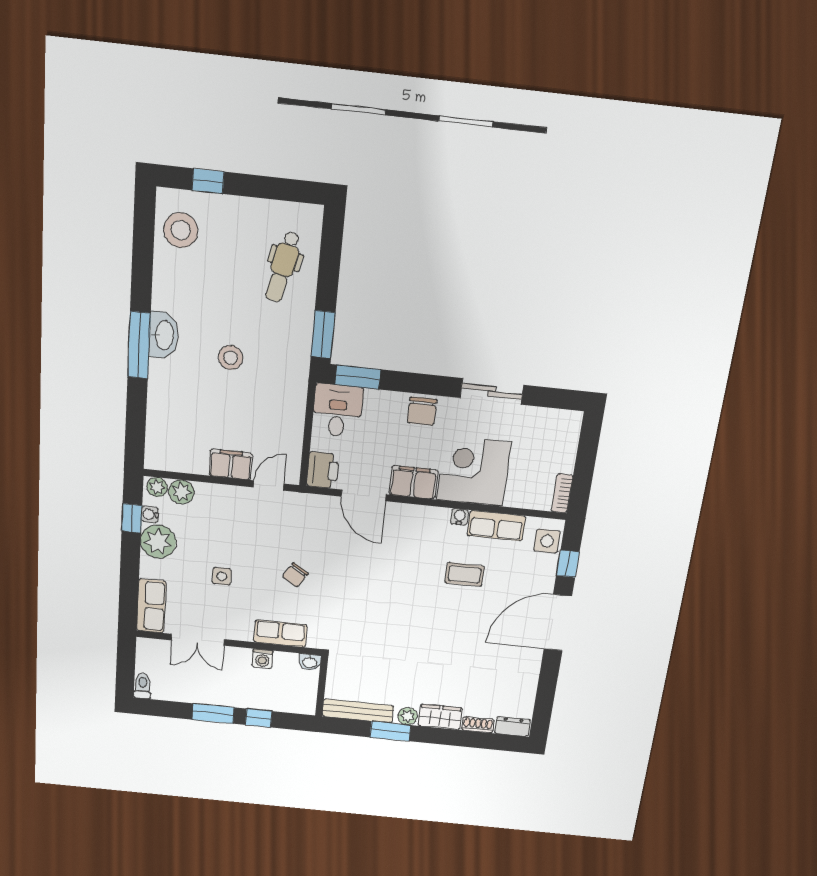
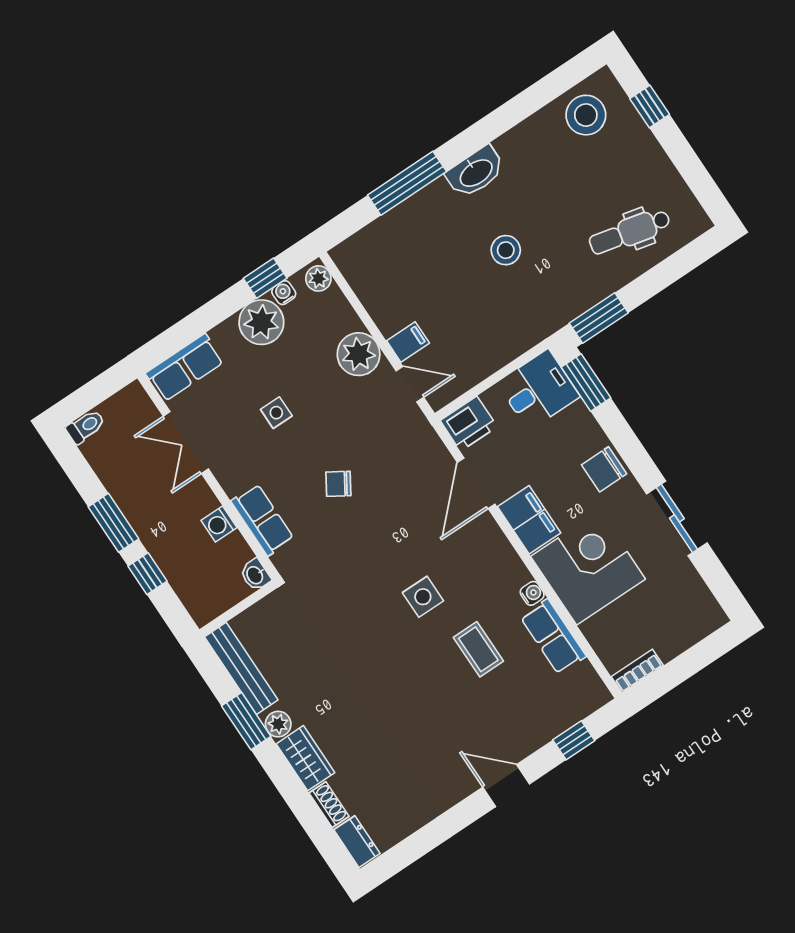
window: (139, 345) -> (407, 183), moved
filing cabinet: (231, 464) -> (408, 342), width x0.50
plant: (181, 492) -> (359, 354), moved, width x1.36, depth x1.36
side table: (547, 541) -> (423, 597), moved
door: (558, 623) -> (506, 786), width x0.53

